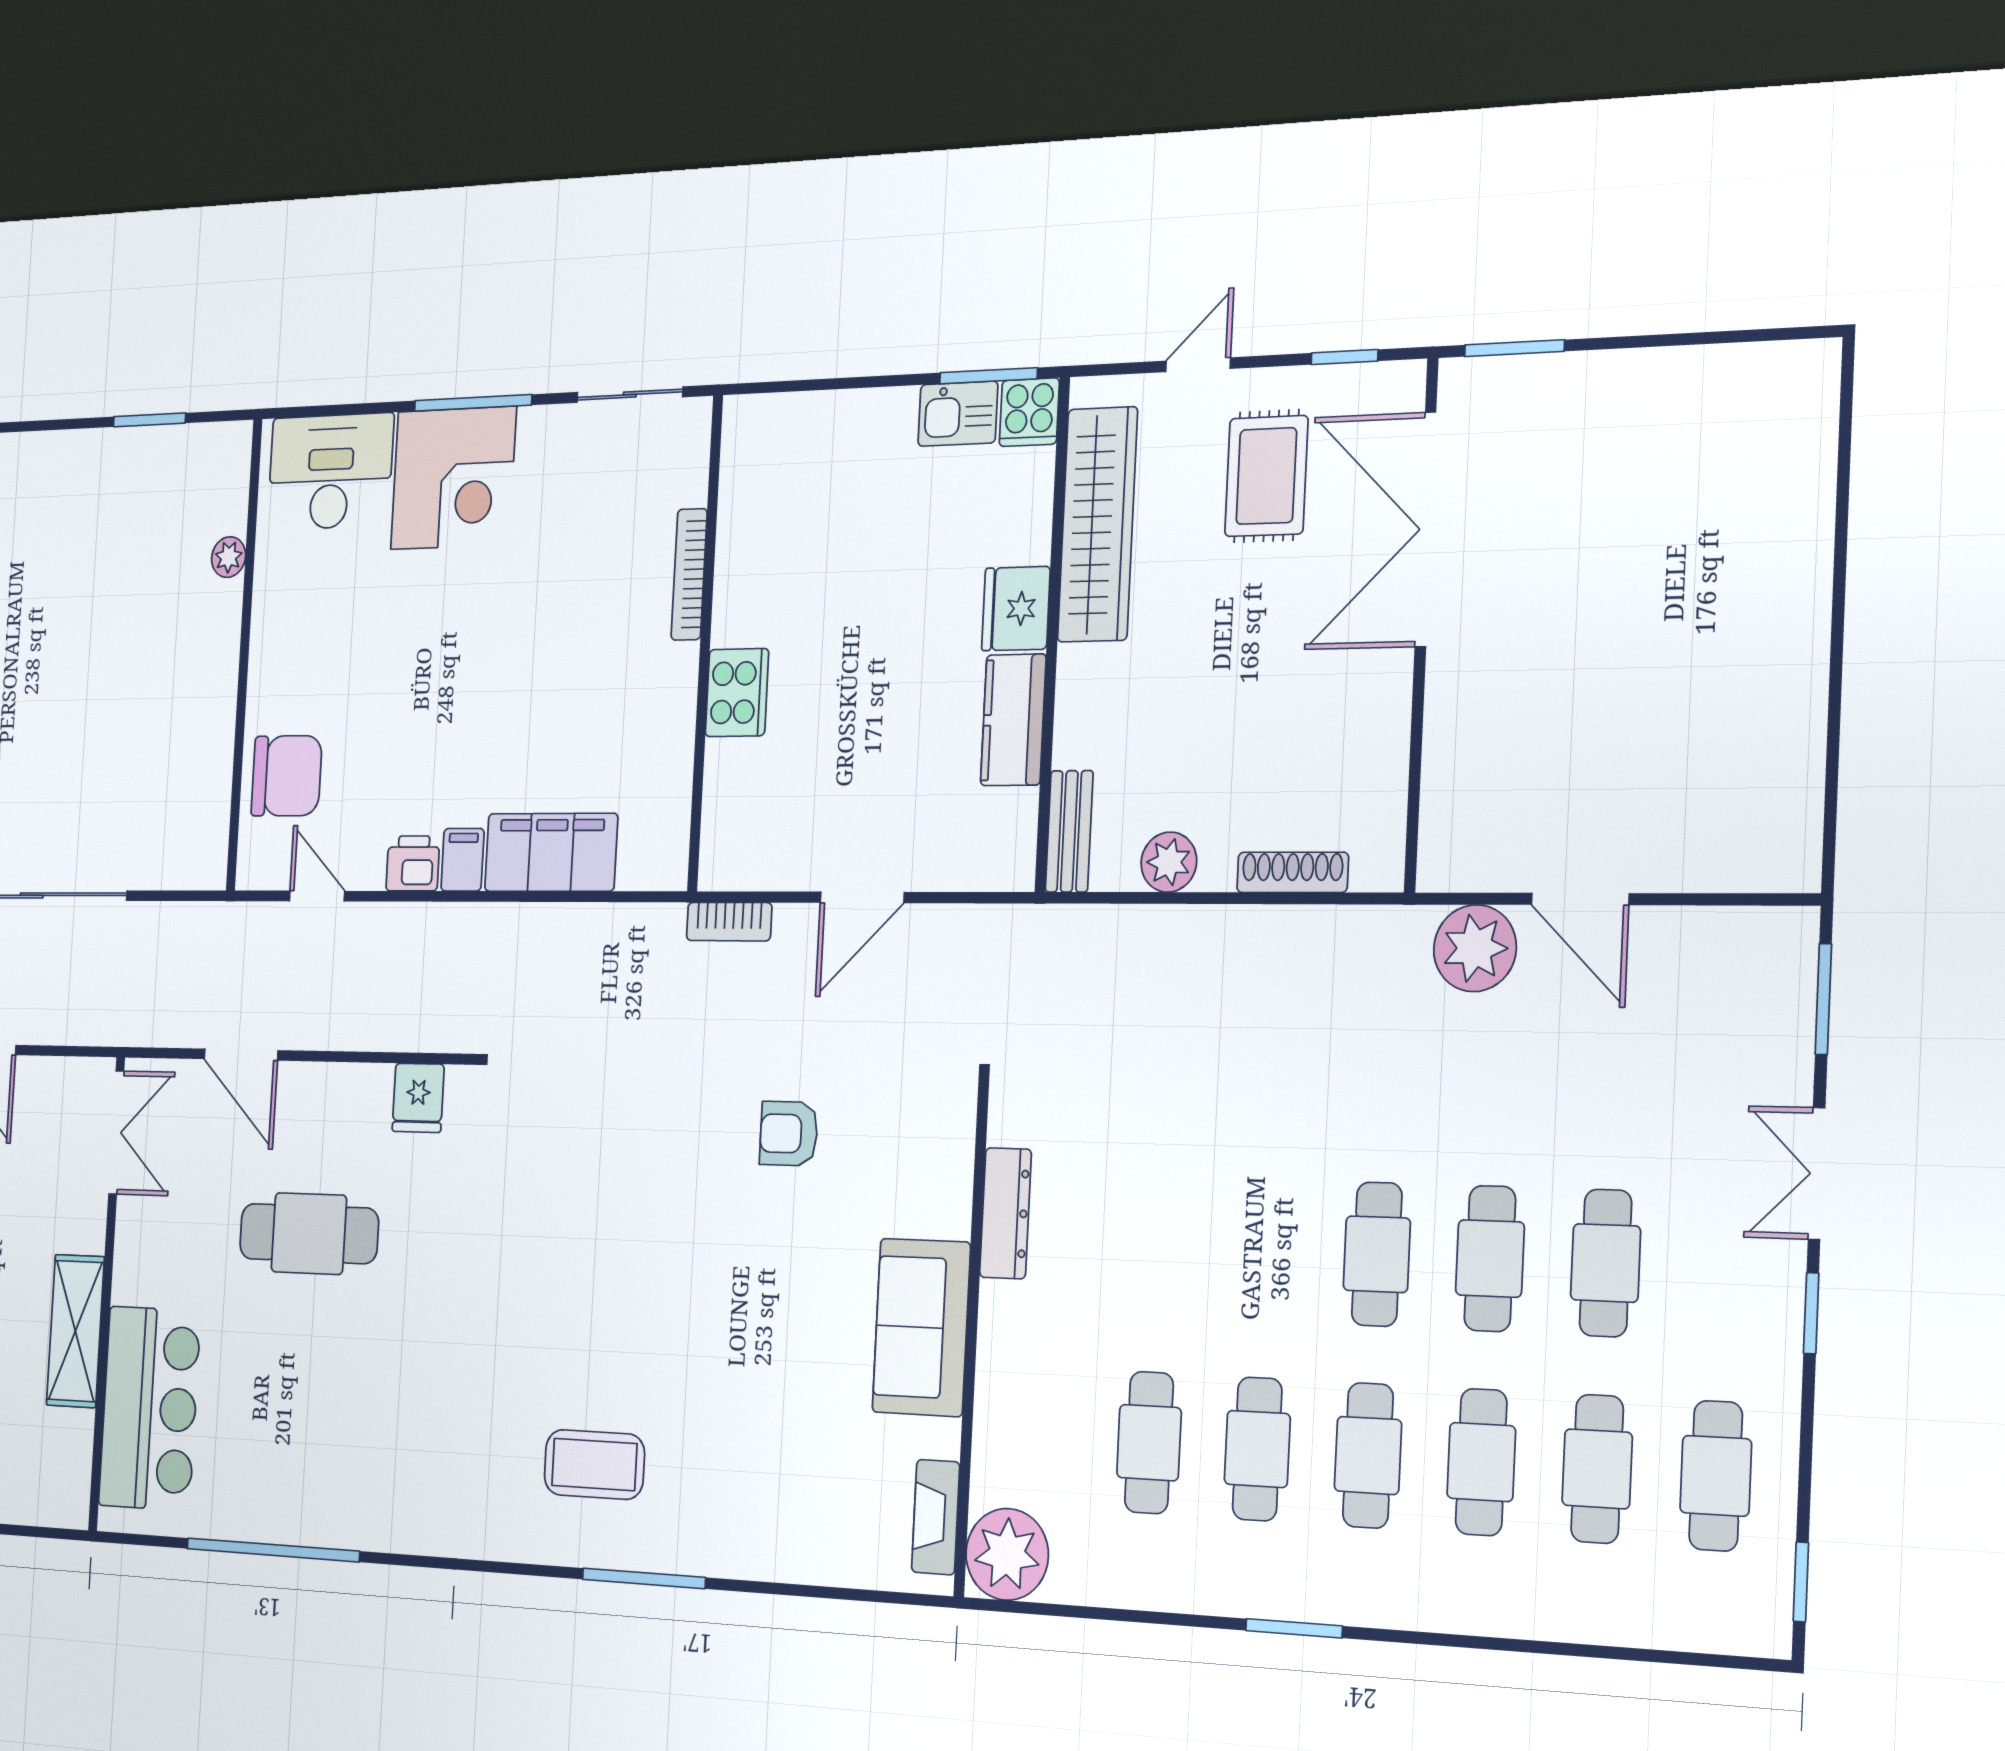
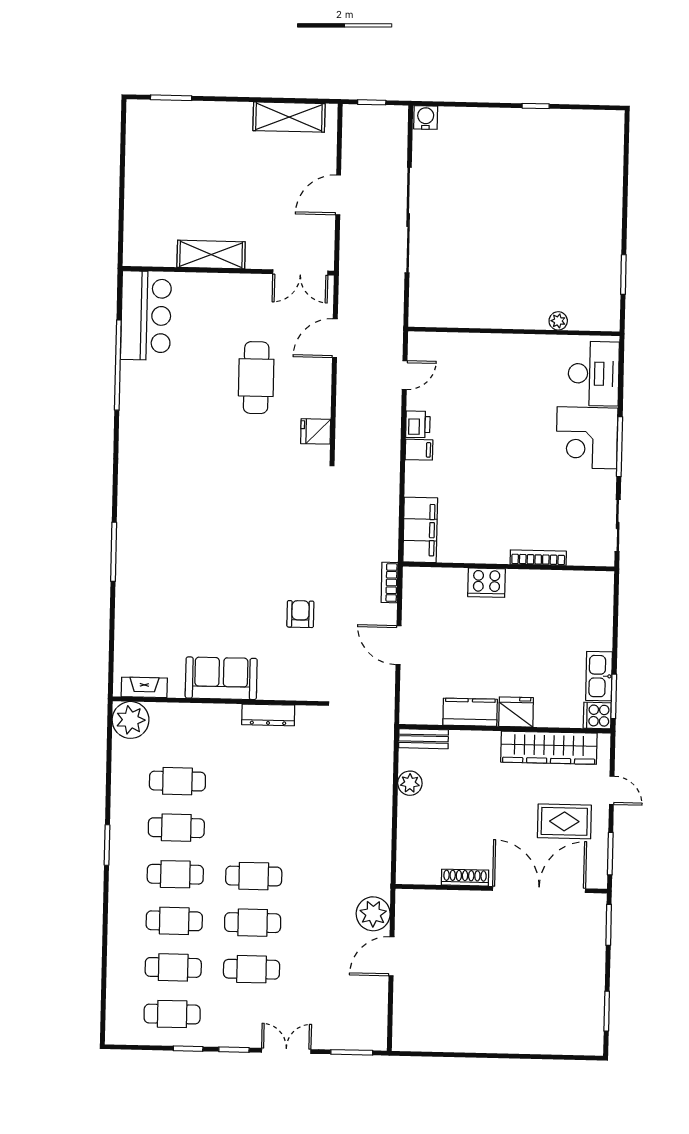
window: (1729, 337) -> (607, 1011), added
window: (1344, 357) -> (610, 854), width x1.50
kitchen sink: (958, 414) -> (599, 676), width x1.38
chair: (287, 776) -> (459, 357), removed
filing cabinet: (551, 852) -> (420, 530), moved
shoe rack: (1292, 872) -> (465, 878), moved, turned -90
bar counter: (150, 1408) -> (146, 316), moved, turned -90
coffee table: (594, 1465) -> (160, 526), removed
window: (1801, 1582) -> (188, 1049), moved

